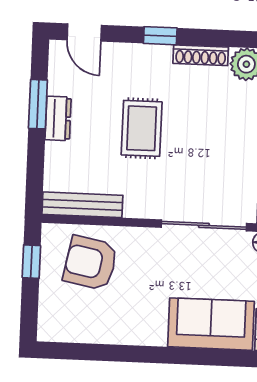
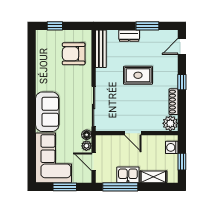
dresser: (58, 118) -> (129, 36), moved
window: (31, 262) -> (55, 26), moved
armchair: (90, 263) -> (74, 54), turned -101

